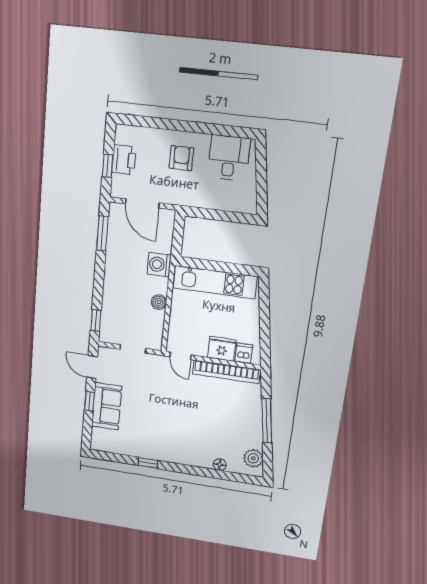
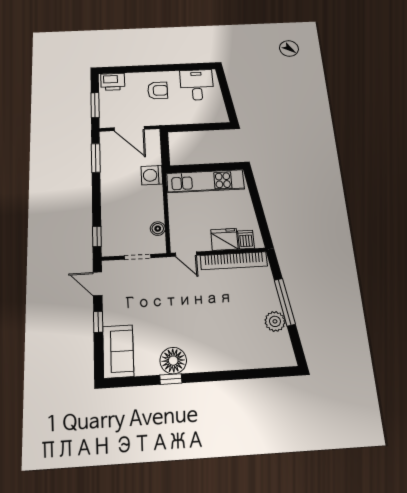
armchair: (181, 158) -> (158, 90), turned 90
printer: (124, 160) -> (113, 82), moved, turned 90
window: (108, 166) -> (95, 105), width x1.50
boiler: (159, 302) -> (158, 229), moved
sofa: (107, 406) -> (118, 351), moved
plant: (253, 458) -> (275, 321), moved
floor lamp: (220, 465) -> (173, 361), moved, width x1.89, depth x1.89

